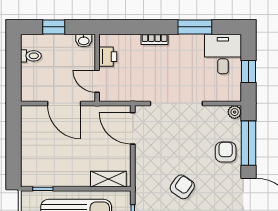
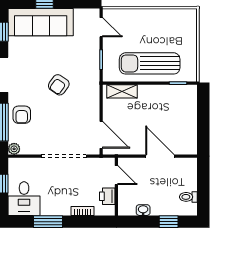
printer: (108, 57) -> (107, 196), moved
wall: (97, 68) -> (116, 187), moved
door: (97, 81) -> (116, 175), moved

